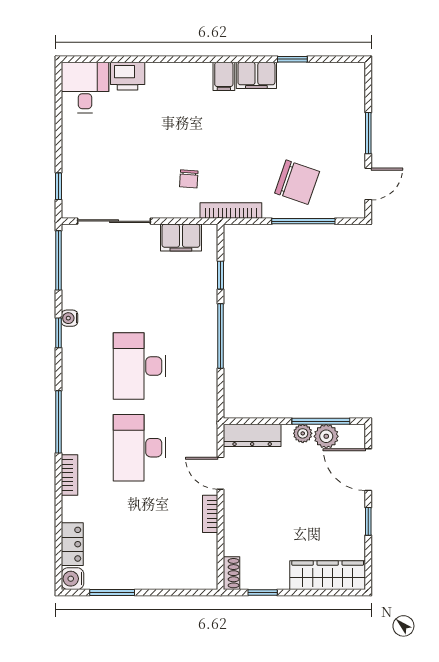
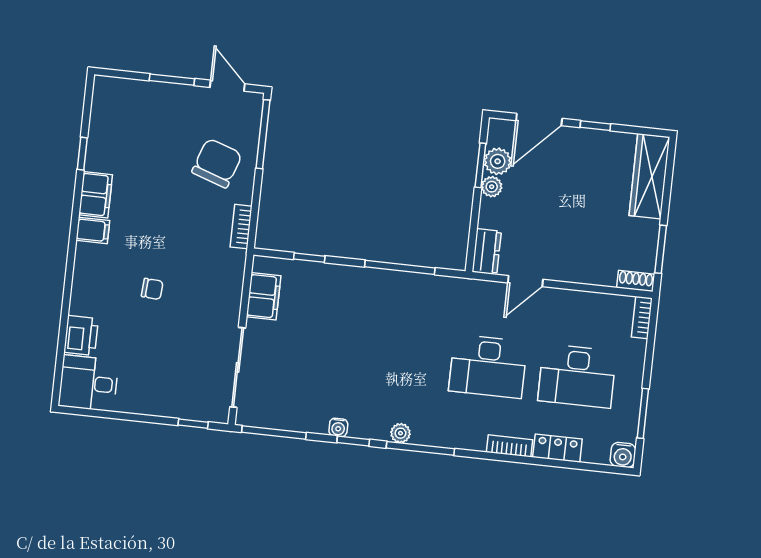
chair: (189, 179) -> (152, 289), moved
bookcase: (231, 210) -> (241, 227), width x0.64
window: (303, 221) -> (263, 134), moved
window: (221, 336) -> (400, 267), moved
desk: (140, 366) -> (577, 376), moved
plant: (70, 375) -> (400, 433), added
window: (321, 421) -> (480, 165), width x0.69
window: (59, 422) -> (420, 448), moved
dresser: (252, 435) -> (487, 252), width x0.70
bookcase: (210, 514) -> (642, 318), moved, turned 90
locker: (72, 544) -> (557, 448), moved
window: (263, 593) -> (661, 249), width x1.50

